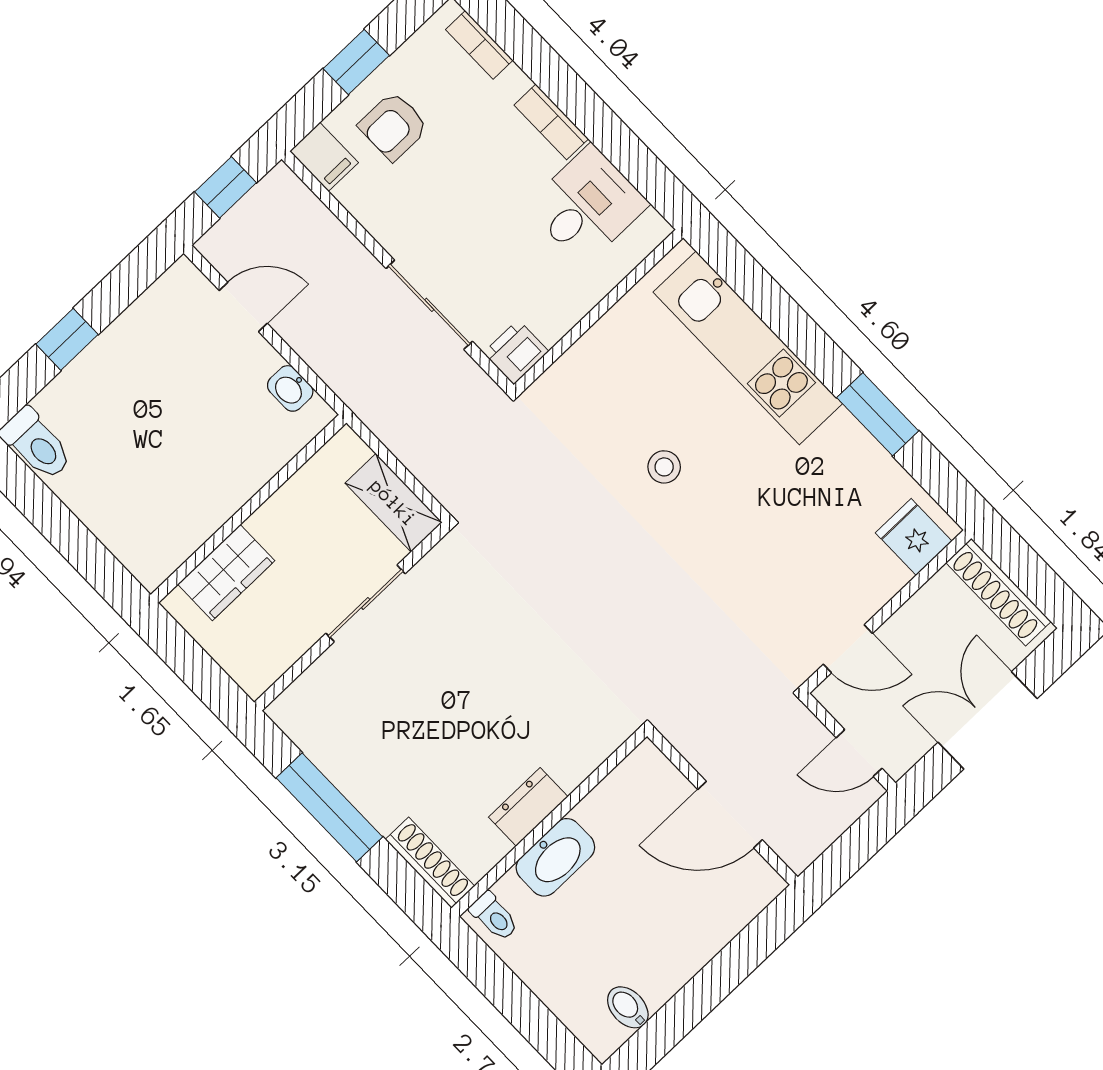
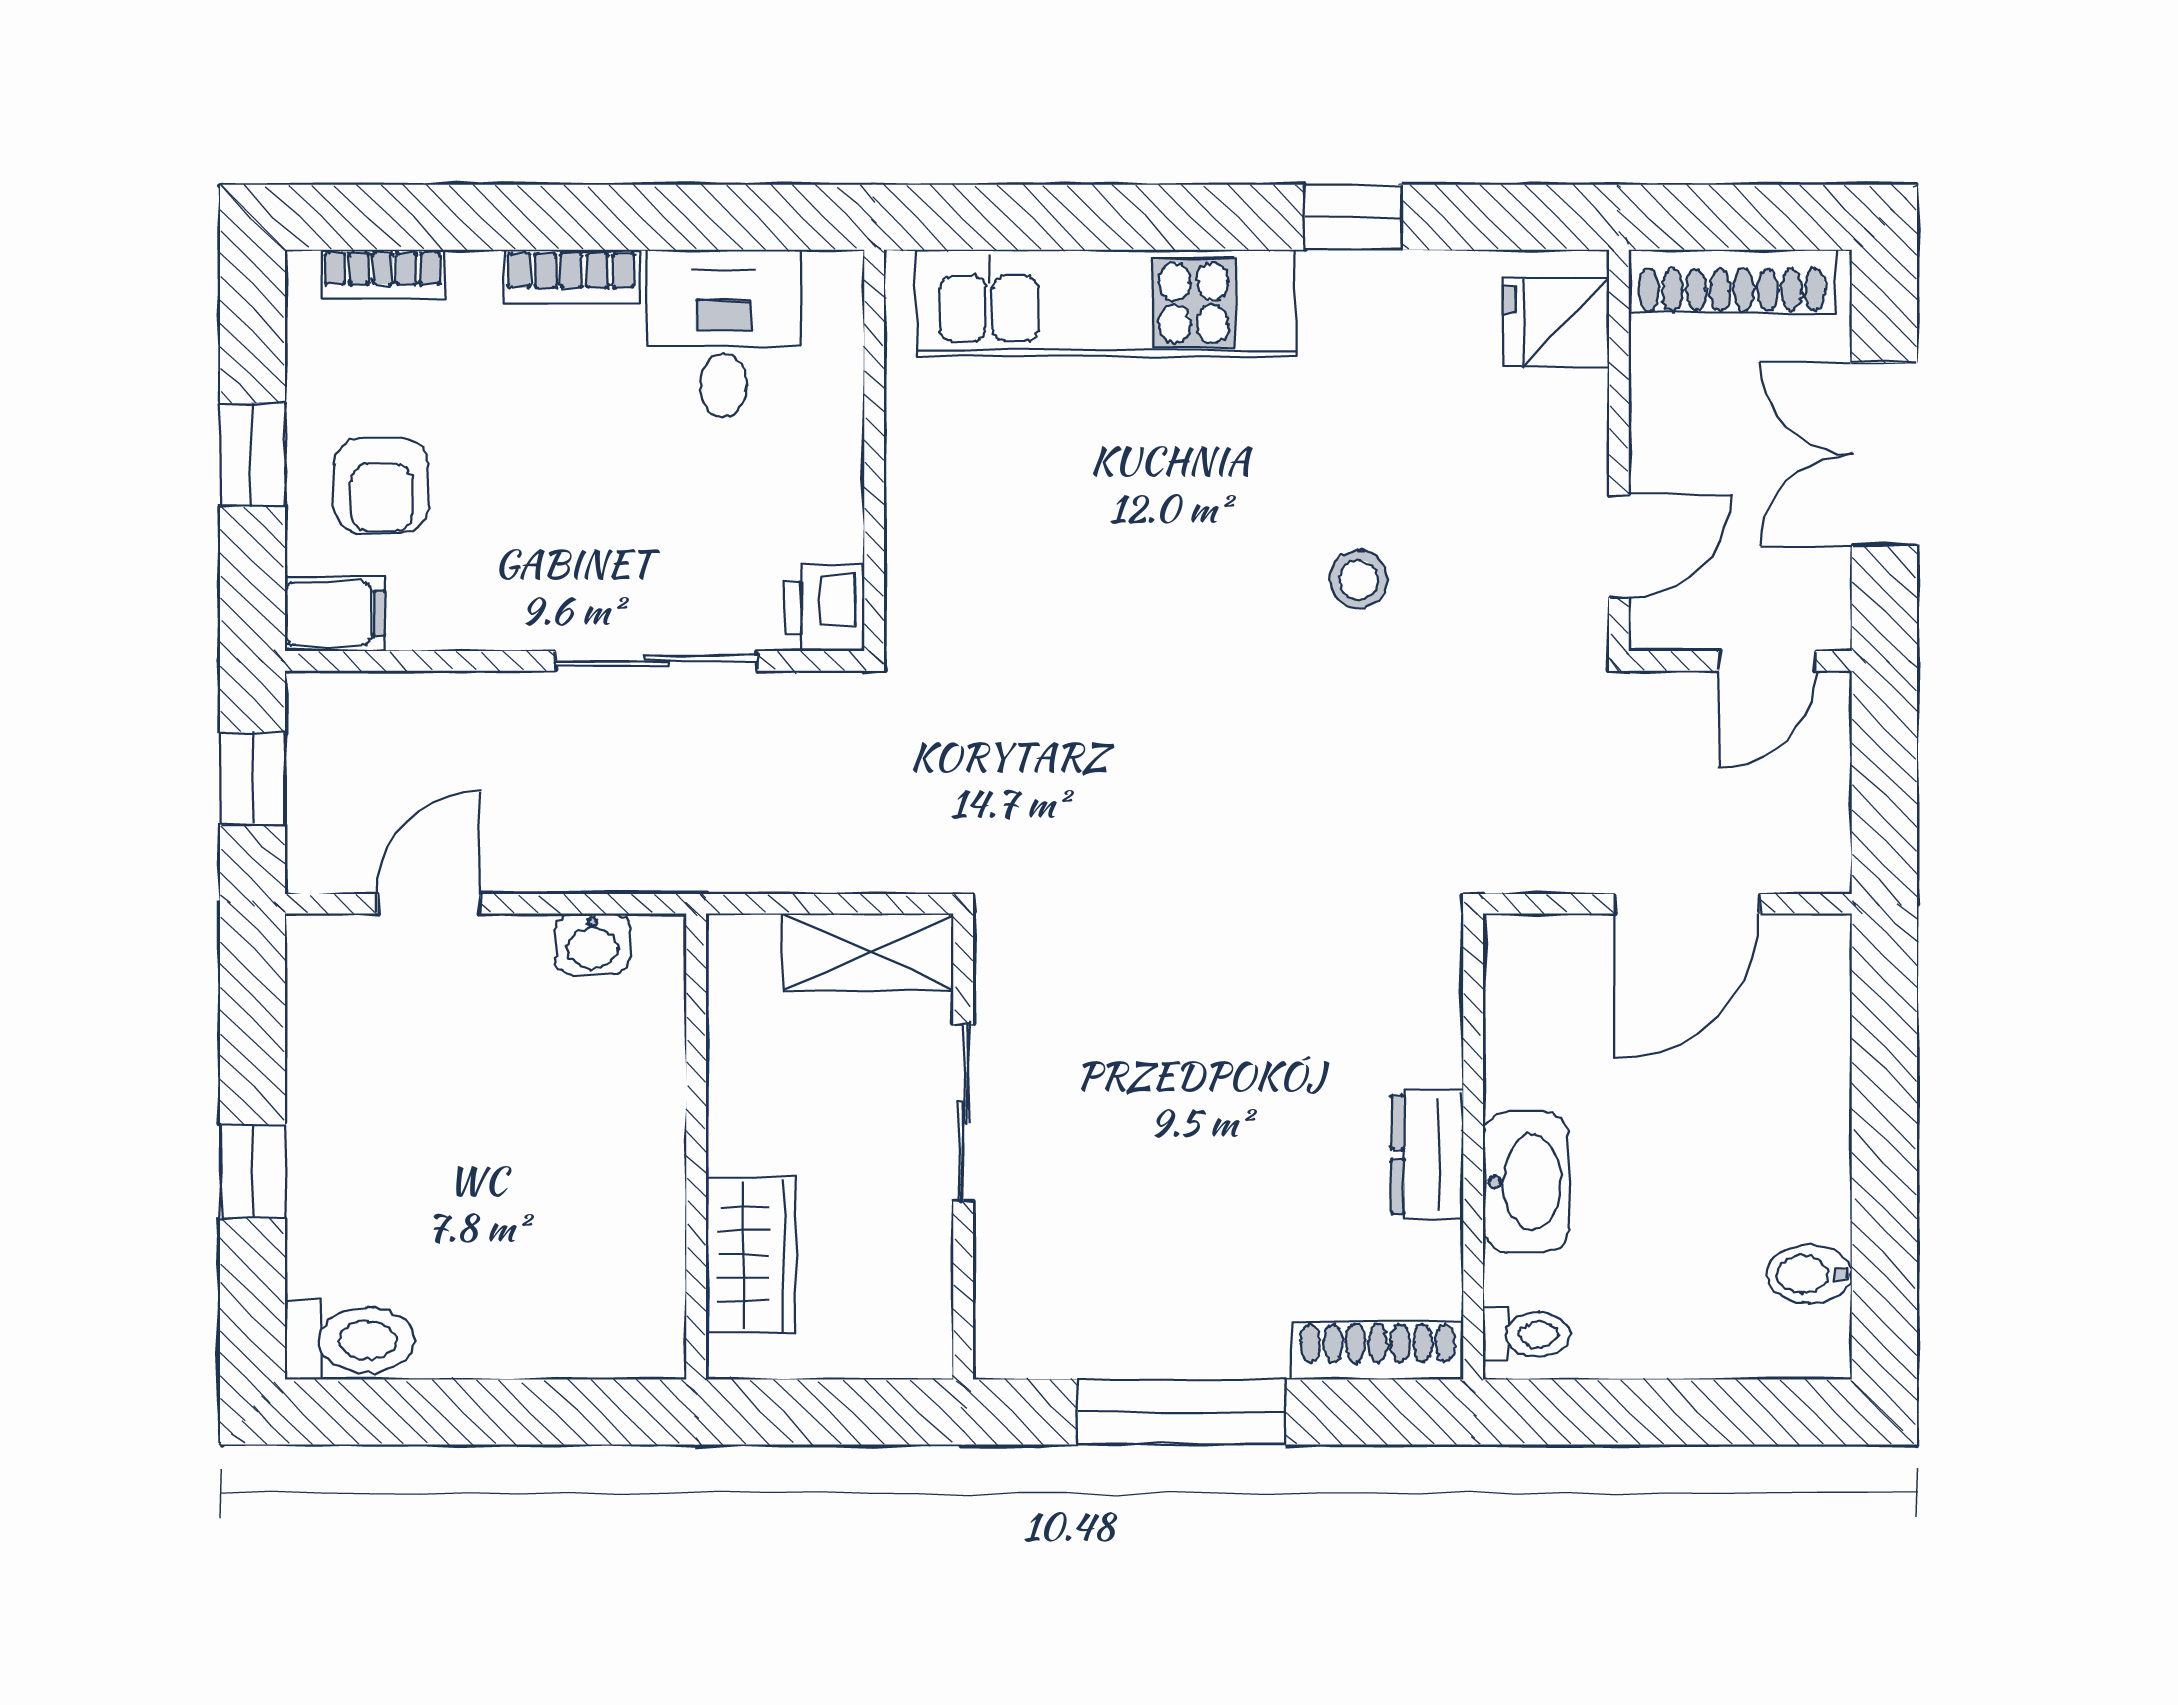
window: (878, 414) -> (1353, 217), width x0.67
stool: (664, 467) -> (1359, 580), moved

